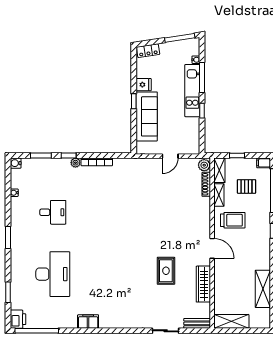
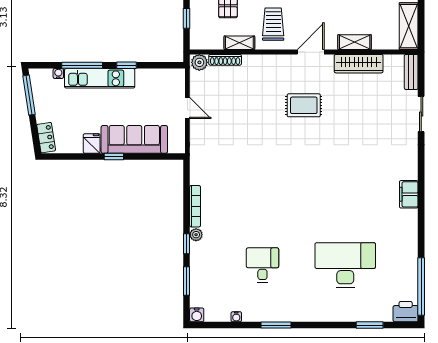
shelving: (219, 170) -> (355, 42), moved
window: (8, 237) -> (276, 325), moved
rug: (166, 271) -> (304, 105), moved
filing cabinet: (88, 322) -> (409, 194), moved

